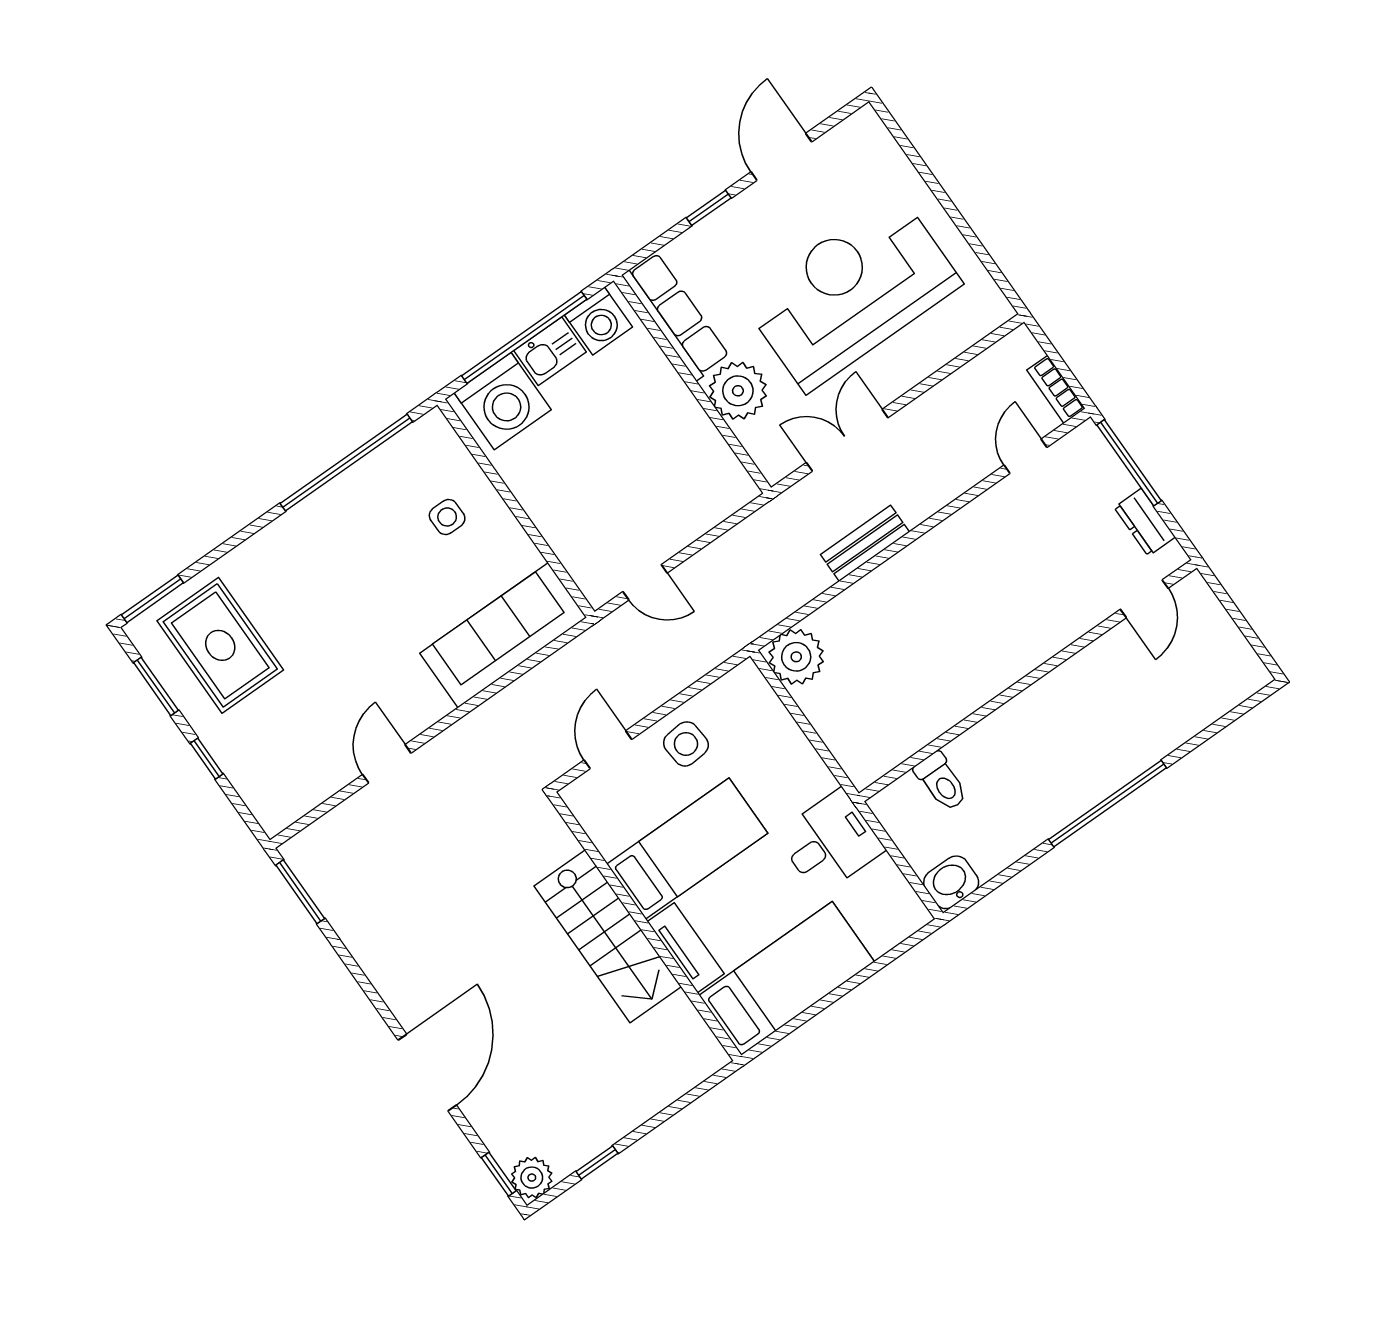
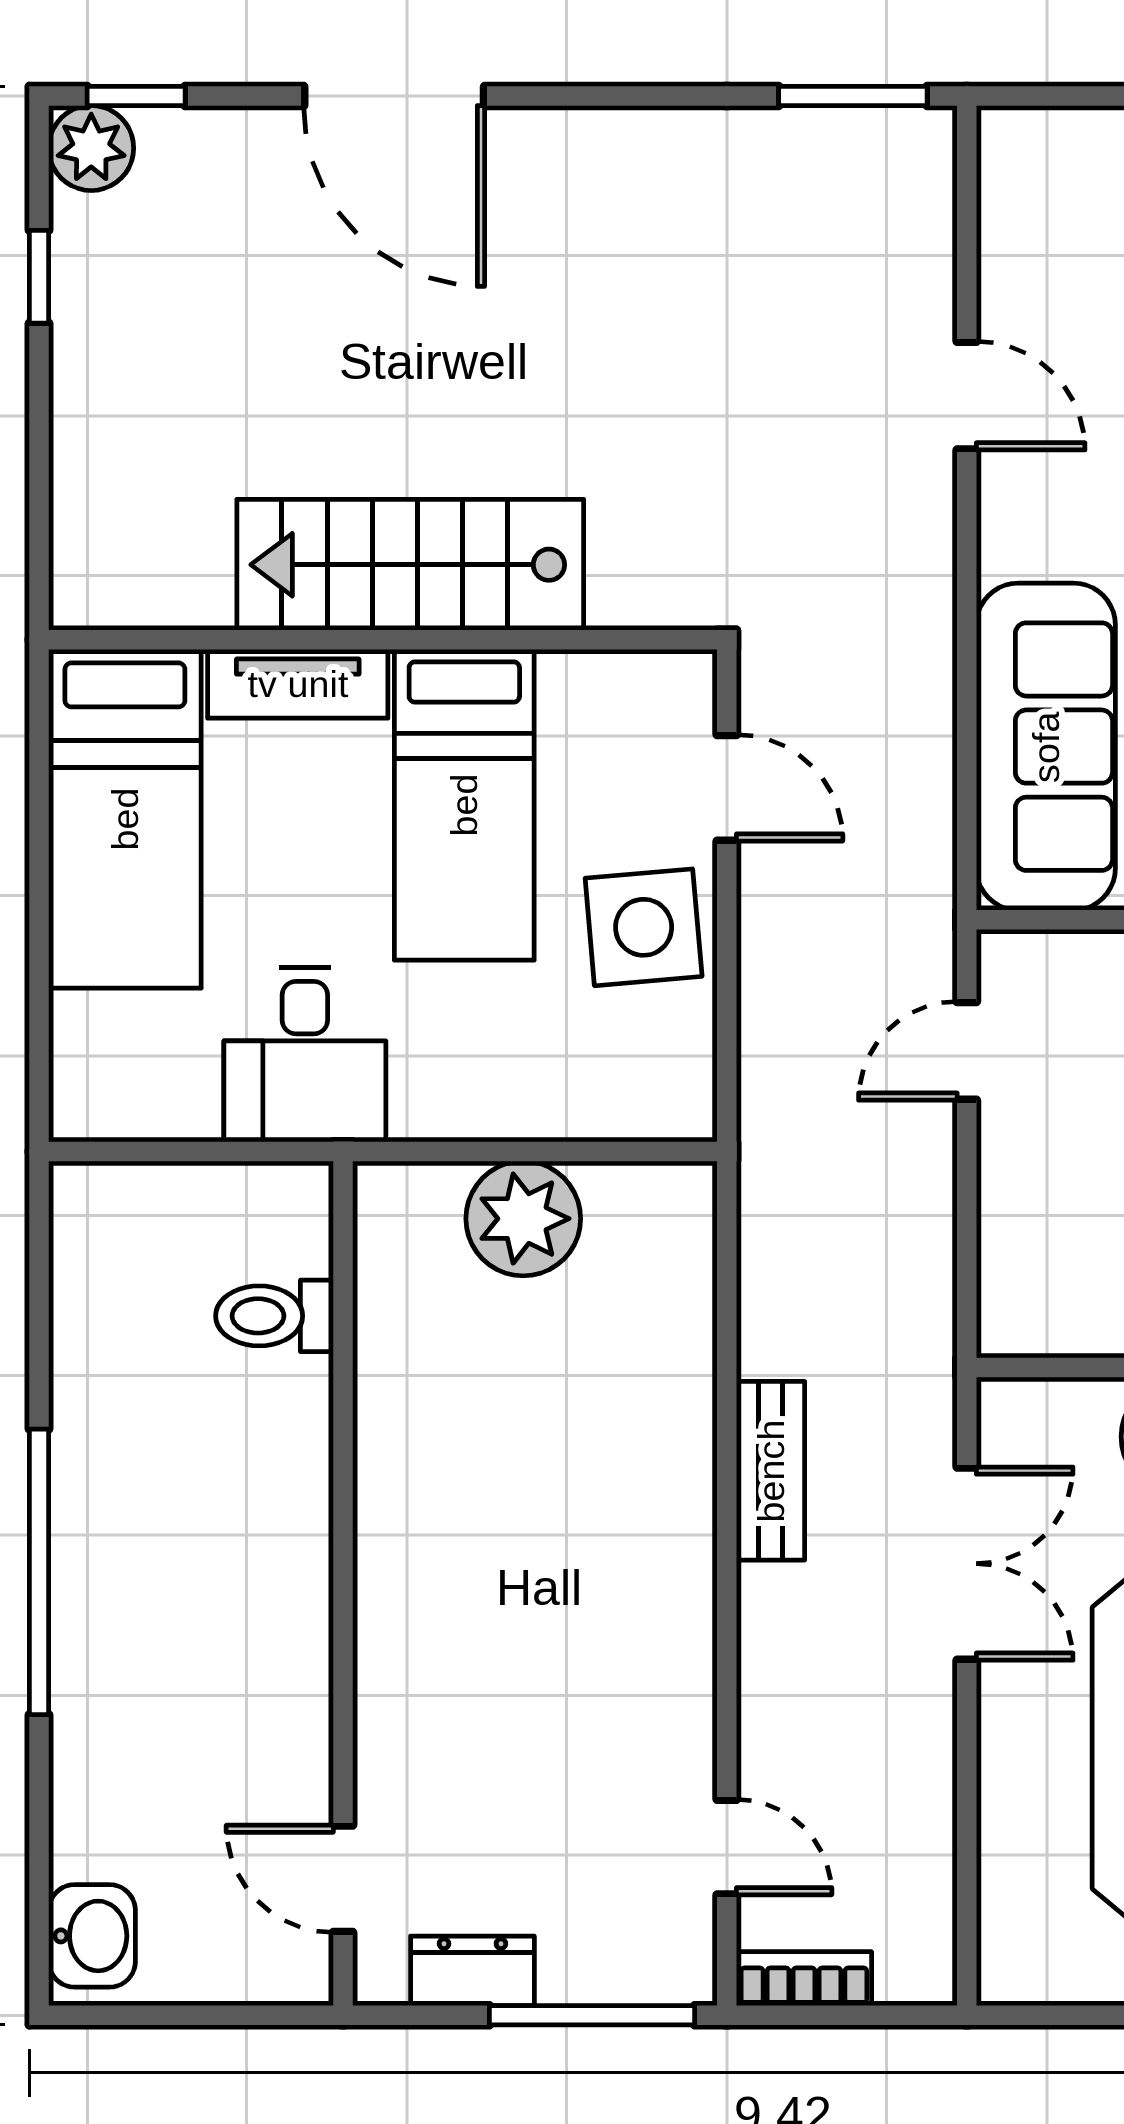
plant: (796, 657) -> (523, 1219), moved
side table: (686, 744) -> (644, 927), width x1.37, depth x1.37
washbasin: (951, 882) -> (92, 1936), moved

